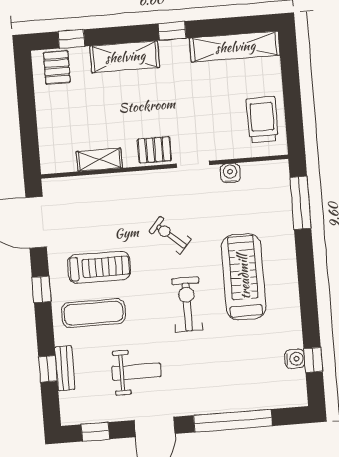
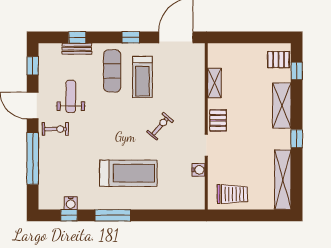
window: (301, 203) -> (113, 215), moved
exercise bike: (187, 304) -> (55, 129), moved, width x0.73, depth x0.72
weight bench: (136, 371) -> (71, 96), turned 180

